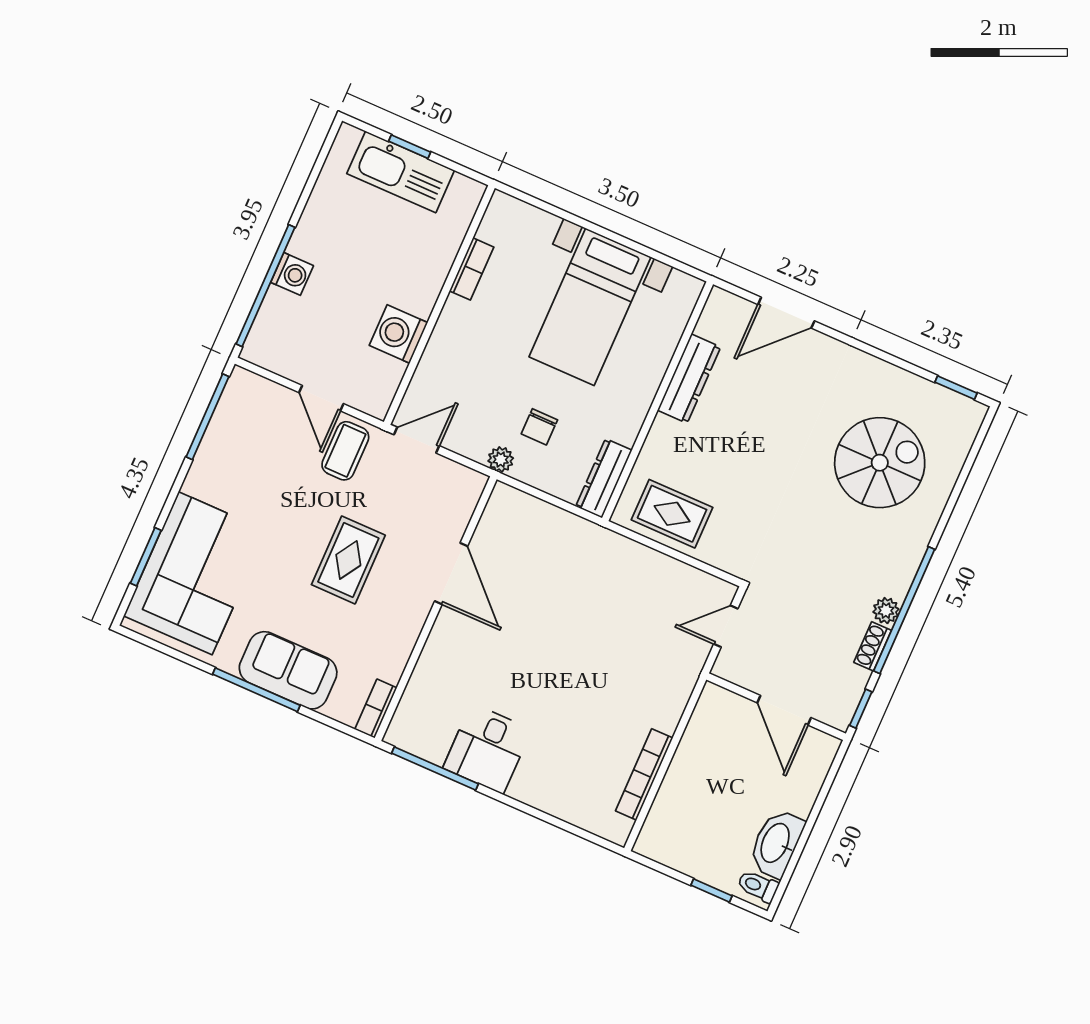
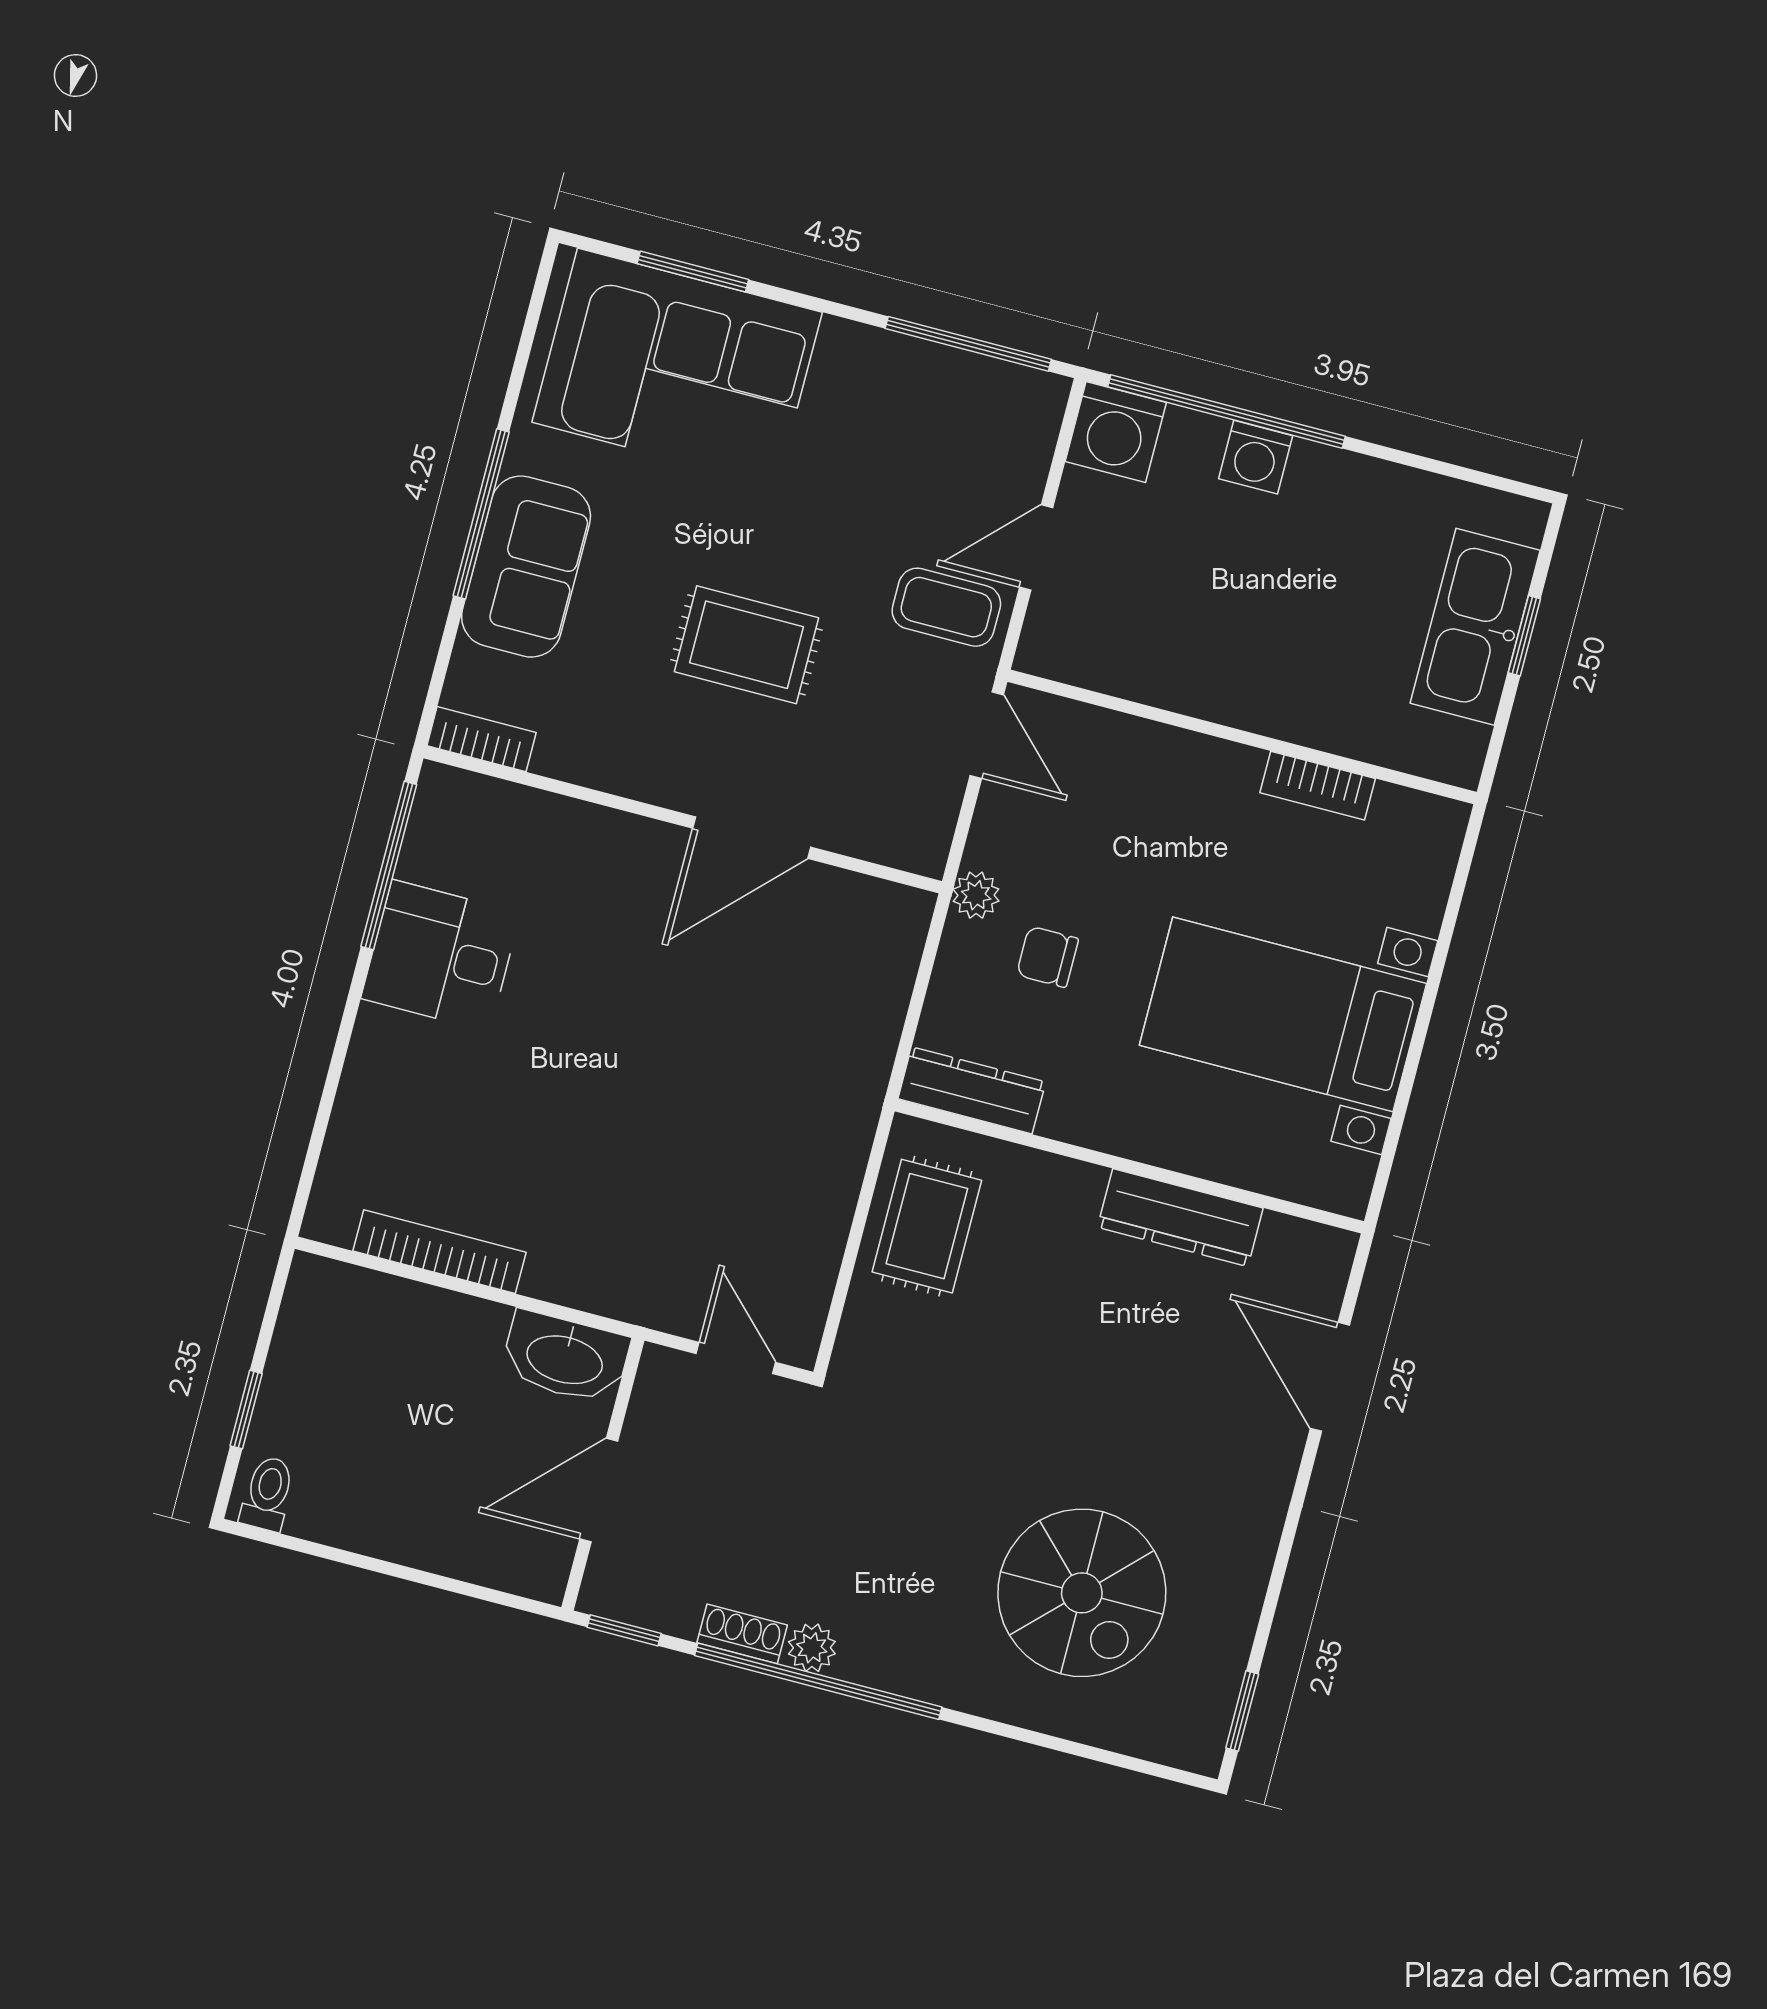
washing machine: (398, 334) -> (1116, 432), moved, turned 180
washbasin: (776, 843) -> (565, 1358), moved, turned 180

